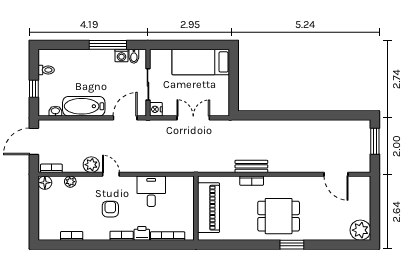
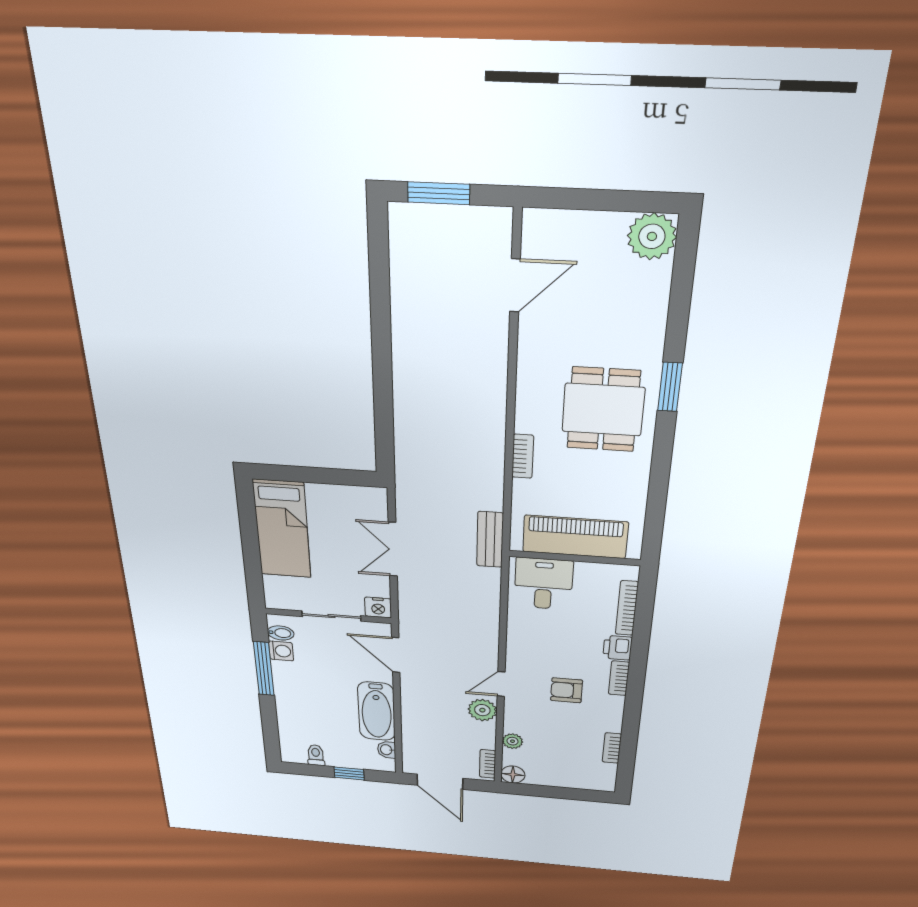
bench: (251, 166) -> (490, 540), moved
desk: (151, 191) -> (543, 584), moved, turned 90

